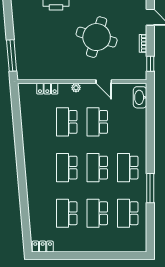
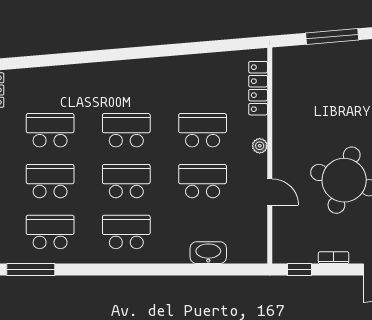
window: (12, 55) -> (332, 37), moved
door: (104, 82) -> (270, 192), swing flipped
locker: (47, 89) -> (258, 88), width x1.53
washbasin: (140, 97) -> (208, 253), moved
window: (150, 188) -> (31, 270), moved

